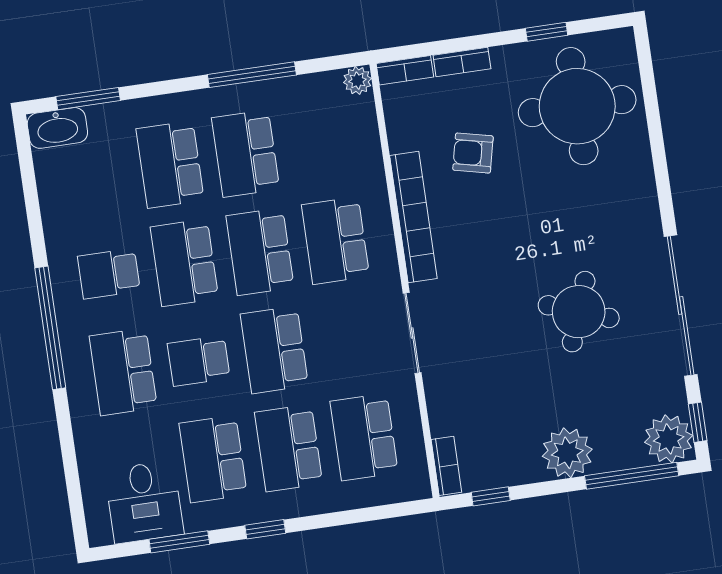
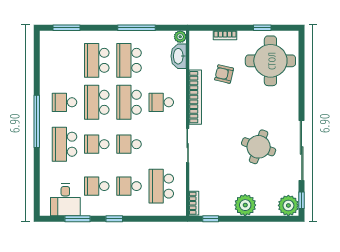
bookcase: (405, 70) -> (201, 35), removed
washbasin: (57, 128) -> (179, 56), moved, turned 90
school desk: (335, 241) -> (161, 102), width x0.54
school desk: (274, 350) -> (129, 144), width x0.54
school desk: (289, 448) -> (129, 186), width x0.54
school desk: (213, 459) -> (97, 186), width x0.54
window: (632, 476) -> (271, 219), removed

